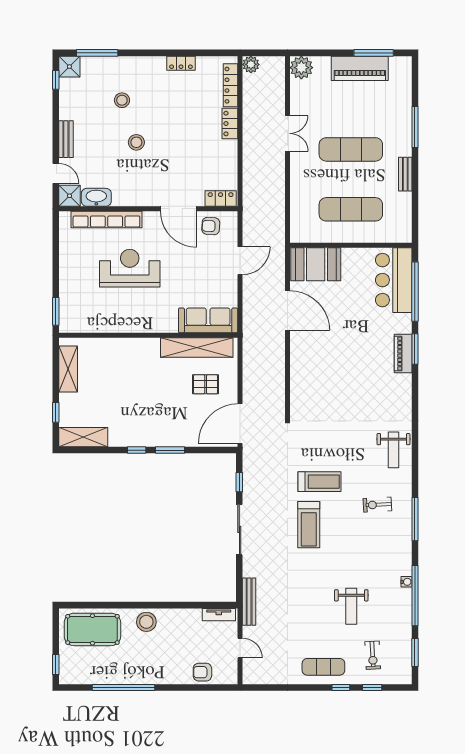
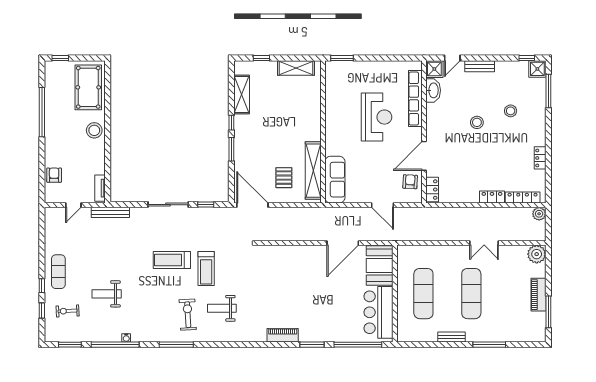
piano: (360, 68) -> (538, 295), width x0.73, depth x0.75
bar counter: (394, 280) -> (379, 312), moved, turned -90
piano: (403, 354) -> (283, 335), moved
shelving: (83, 437) -> (242, 94), moved
weight bench: (394, 450) -> (222, 308), moved
exercise bike: (377, 505) -> (188, 315), width x1.38, depth x1.39

